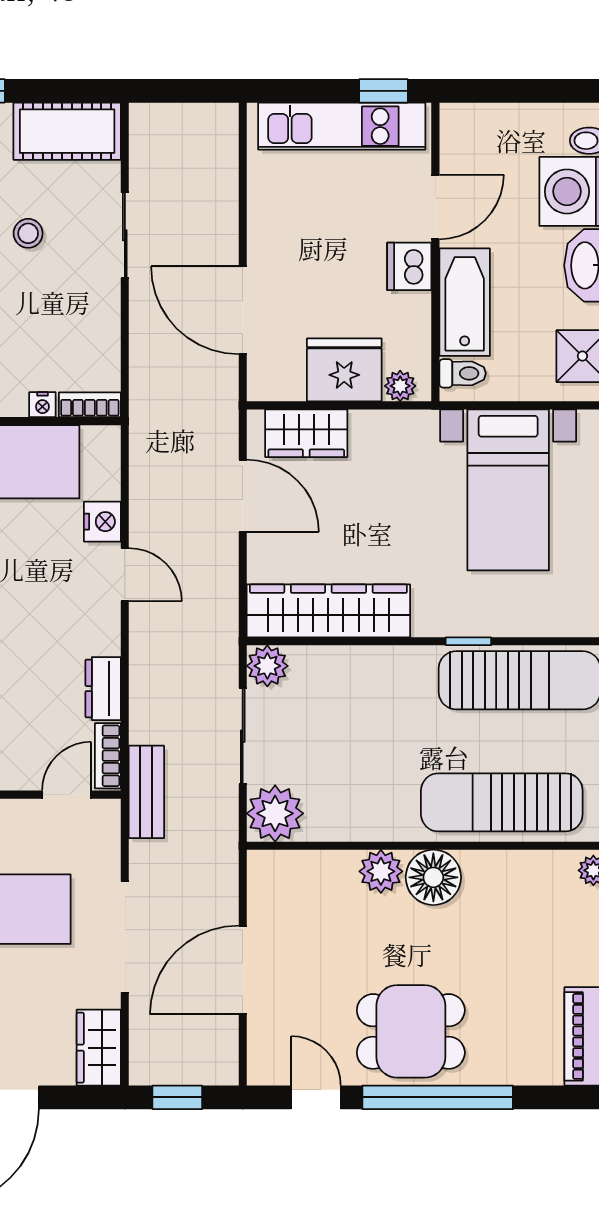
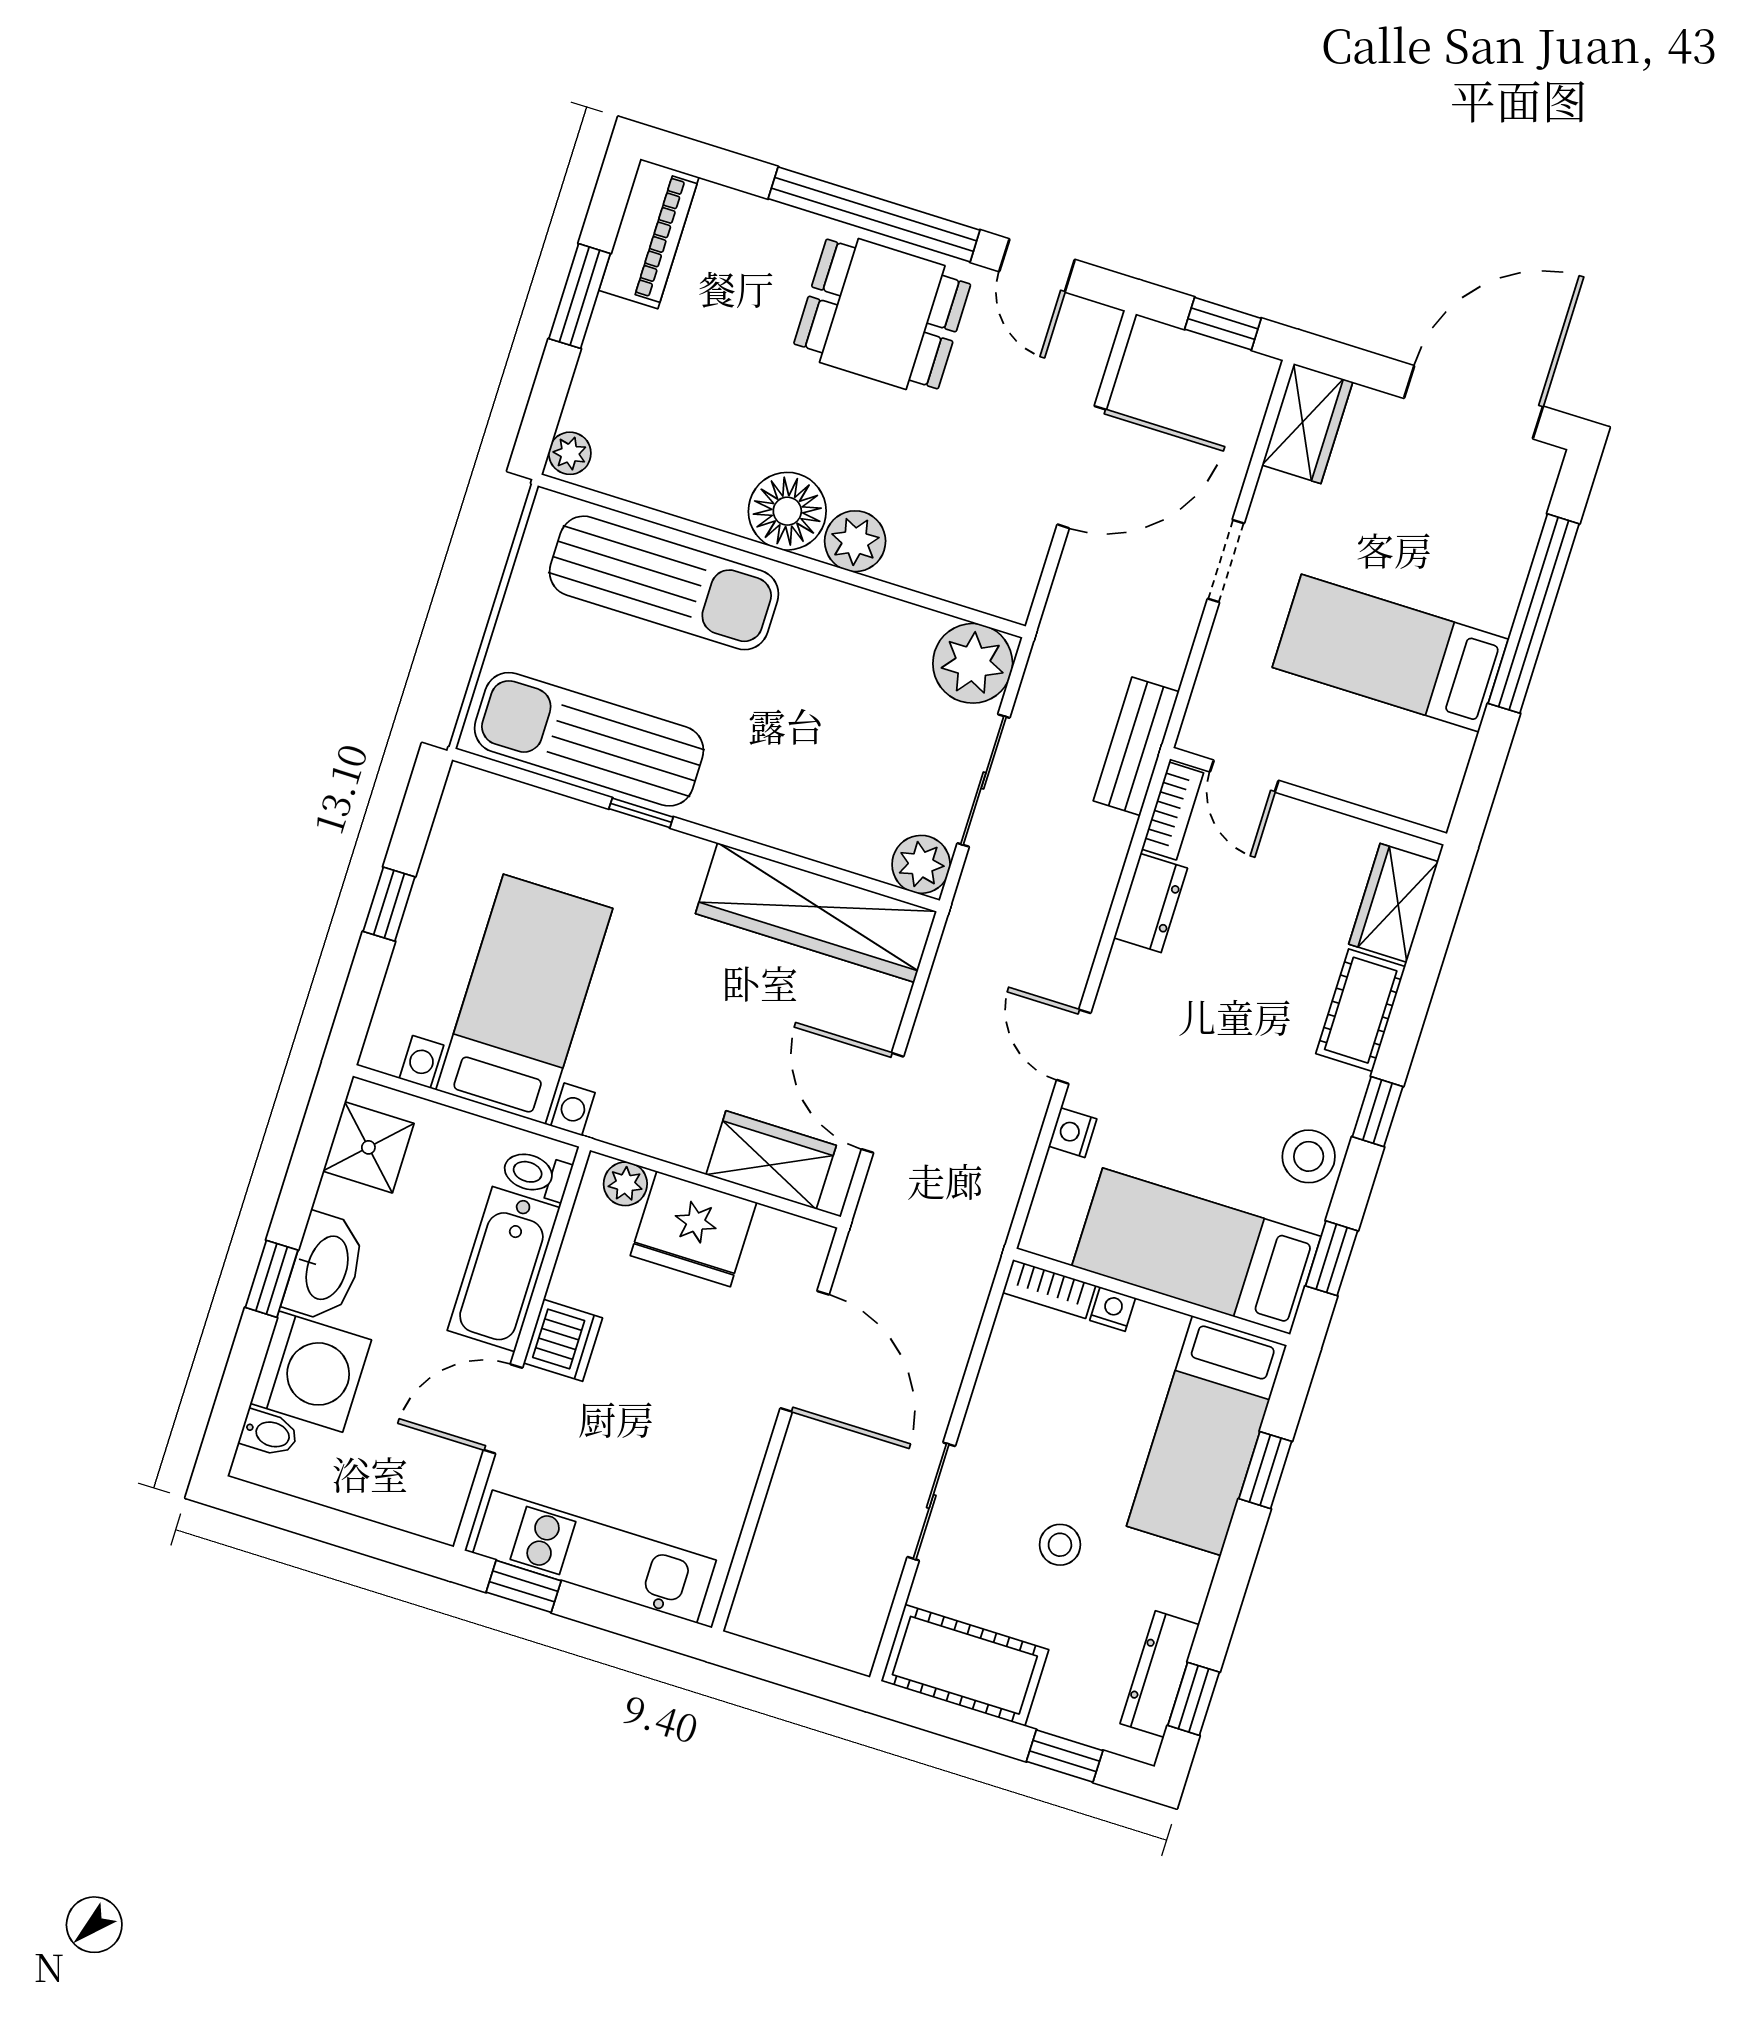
nightstand: (102, 522) -> (1073, 1133), width x0.72, depth x0.74
door: (67, 795) -> (1244, 776), hinge flipped
doorway: (125, 937) -> (1226, 561), width x0.53

